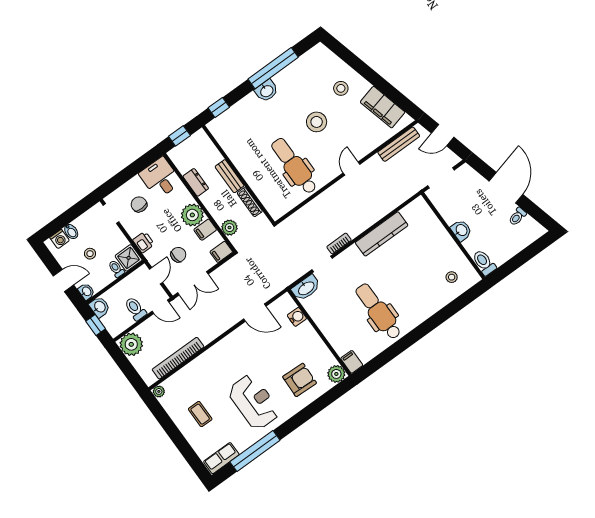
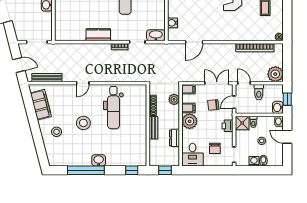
kitchen counter: (382, 234) -> (98, 35), width x0.67
washing machine: (60, 239) -> (254, 161), moved
door: (255, 313) -> (194, 42), swing flipped

